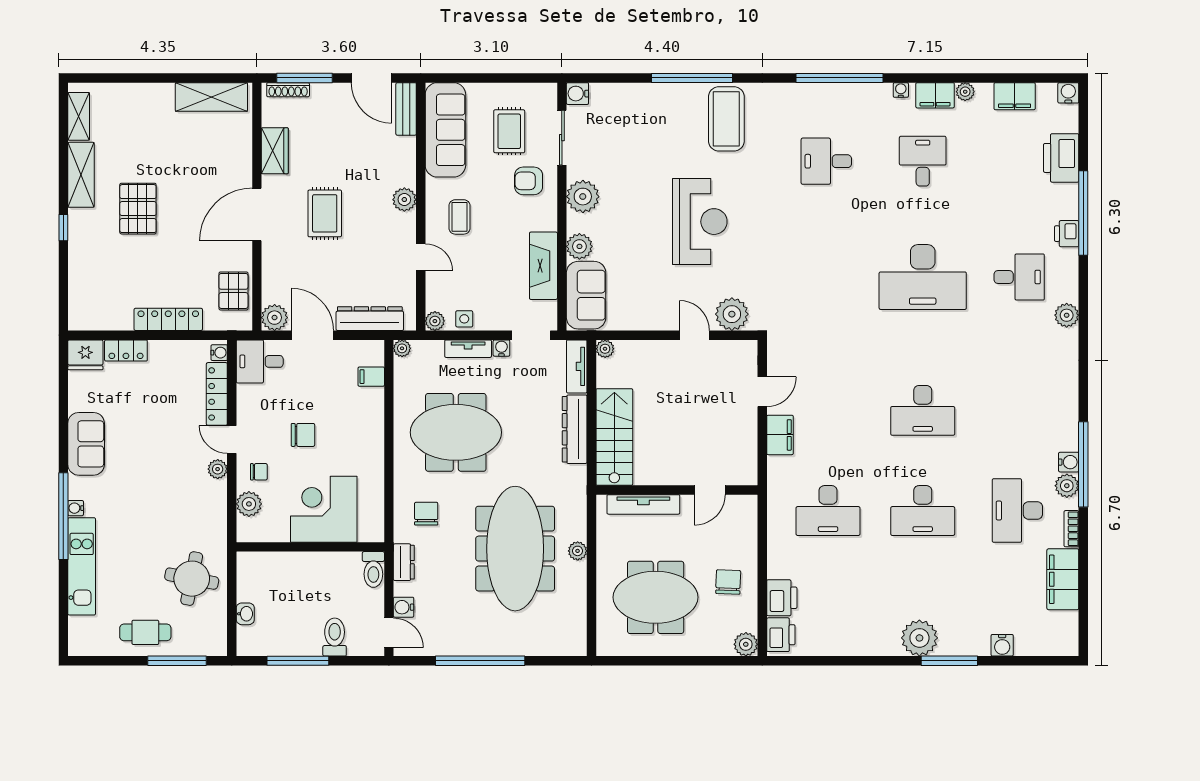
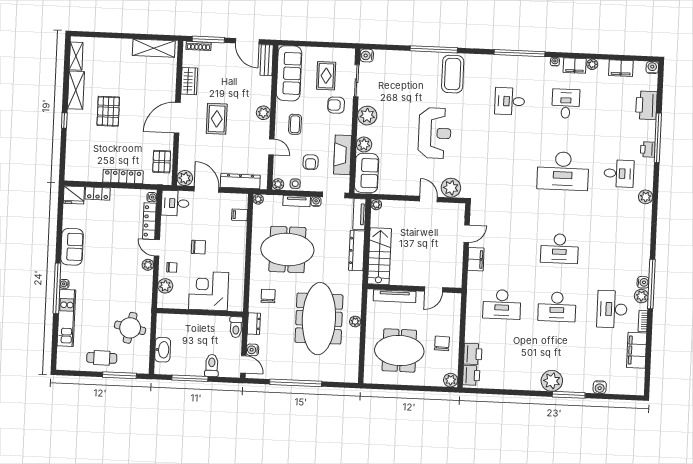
armchair: (489, 281) -> (311, 162), added
washbasin: (245, 614) -> (163, 350), width x1.91, depth x1.45

